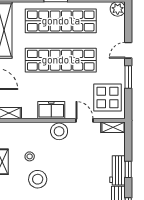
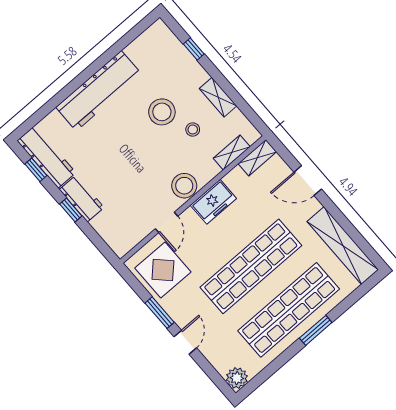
door: (85, 120) -> (167, 222), hinge flipped
shelving: (113, 127) -> (232, 152), moved

